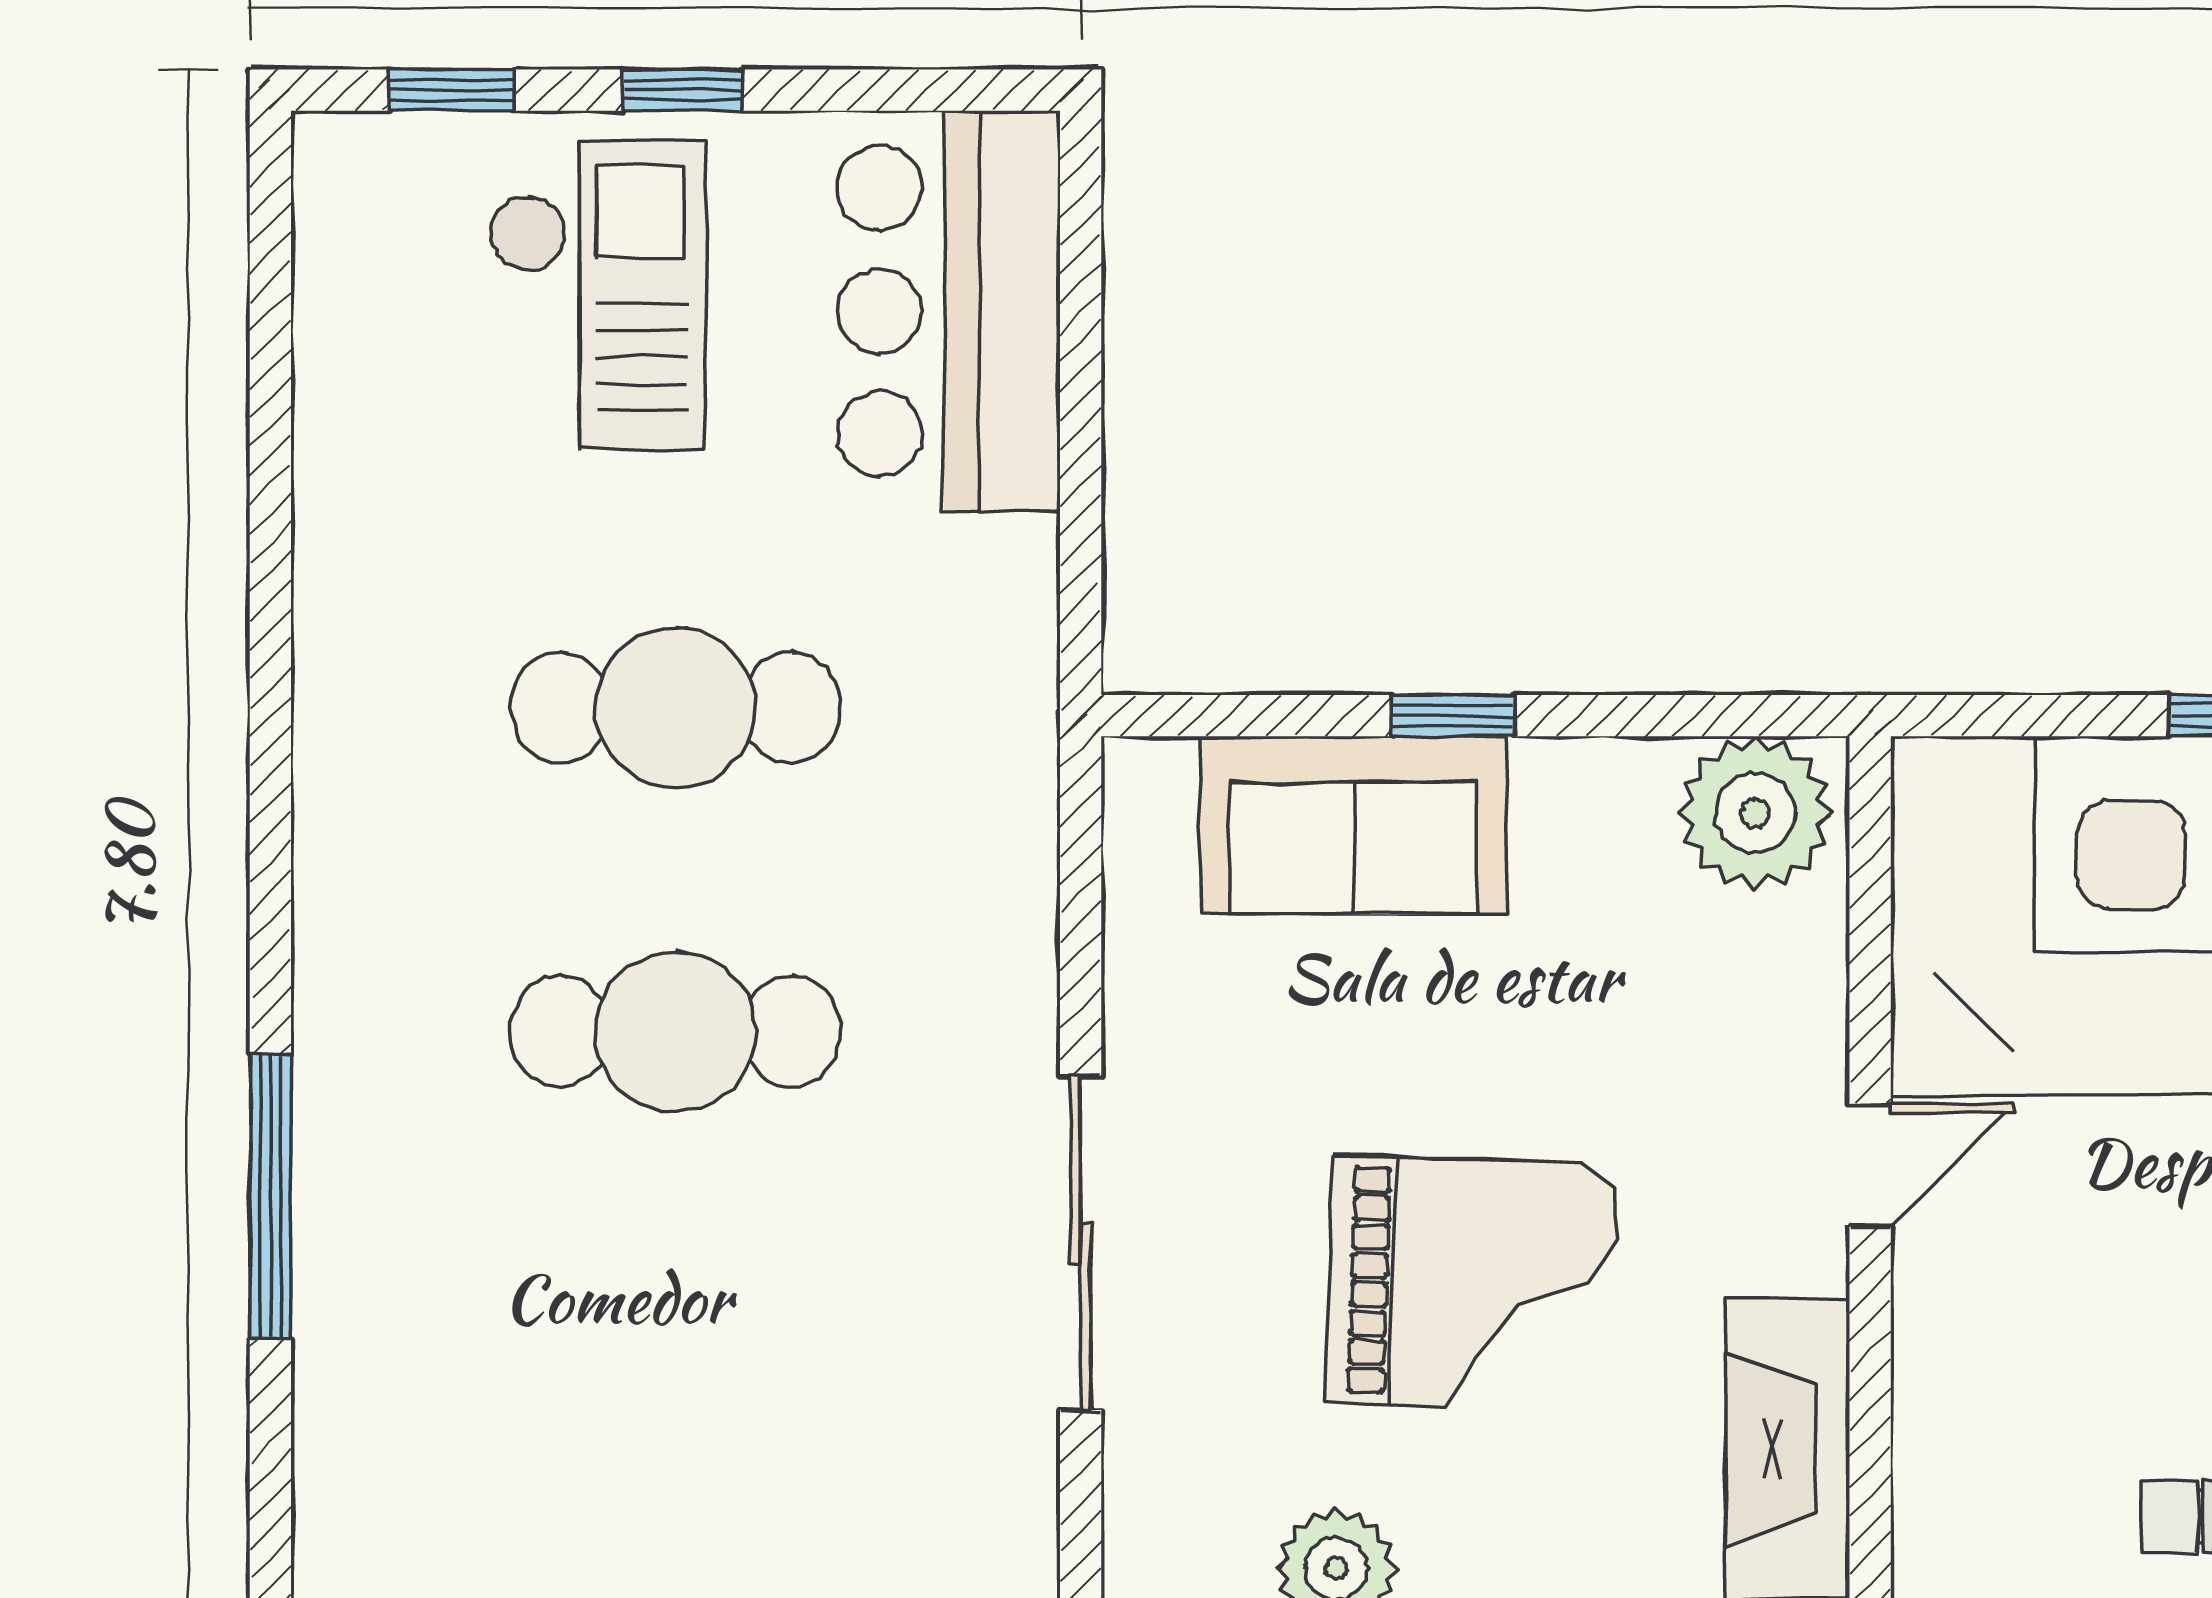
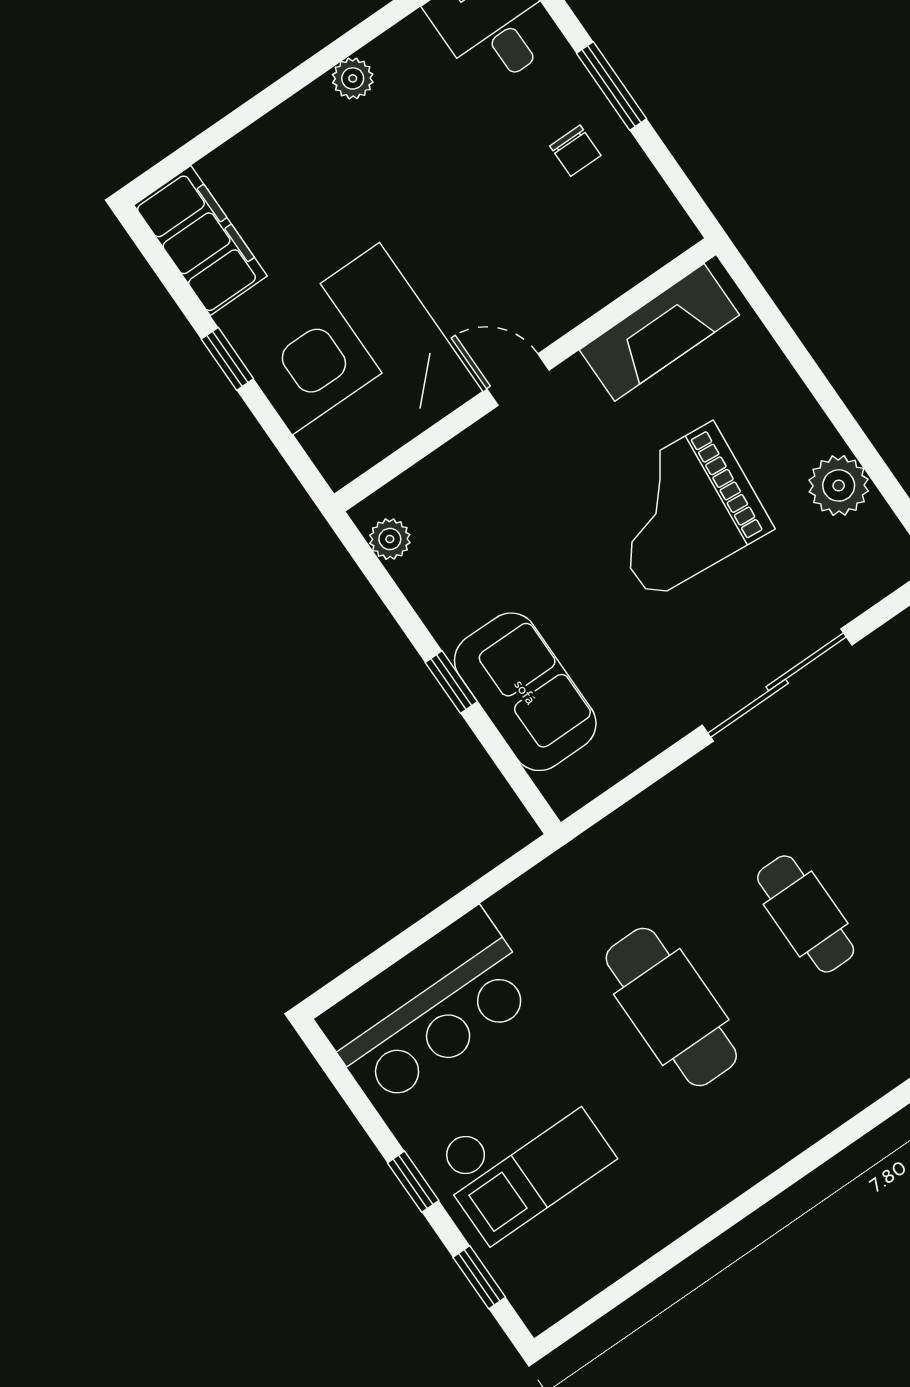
checkout: (597, 295) -> (523, 1158), turned 180
plant: (1755, 813) -> (390, 539), width x0.53, depth x0.53
cafe table: (675, 1031) -> (806, 914), width x0.73, depth x0.74
grand piano: (1473, 1284) -> (681, 511), turned -87

